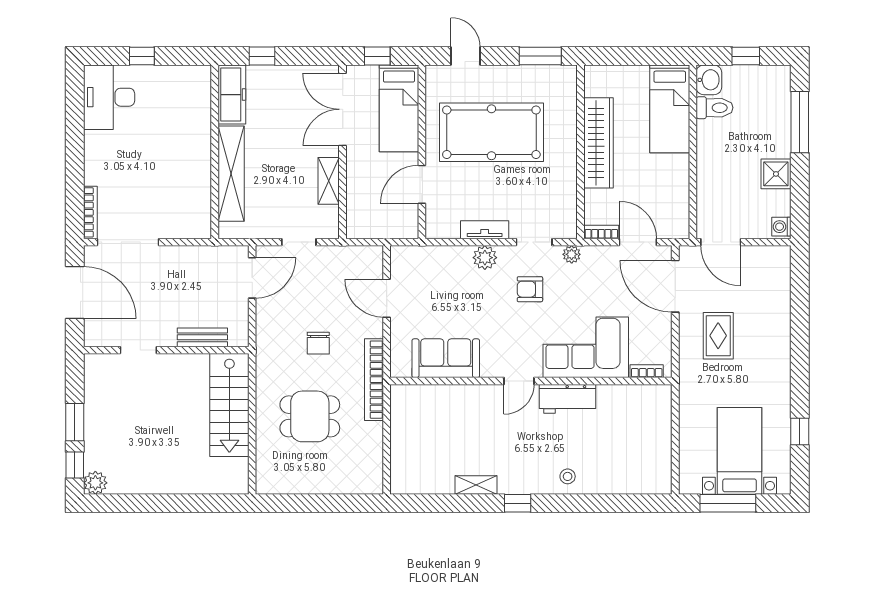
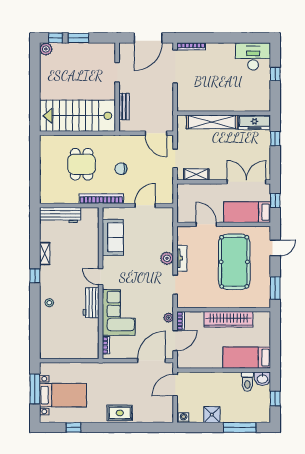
shelving: (329, 181) -> (196, 174), moved
plant: (572, 254) -> (169, 318), moved
armchair: (530, 289) -> (150, 282), removed
rug: (718, 336) -> (120, 413), moved
stairs: (229, 405) -> (78, 116), width x1.36, depth x1.51
workbench: (404, 456) -> (60, 215), added

